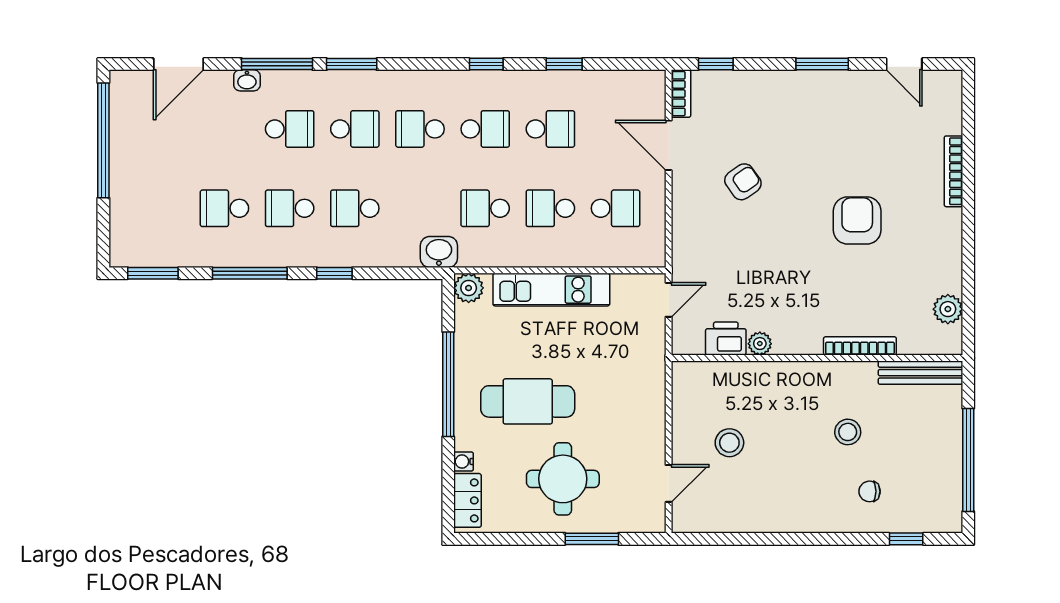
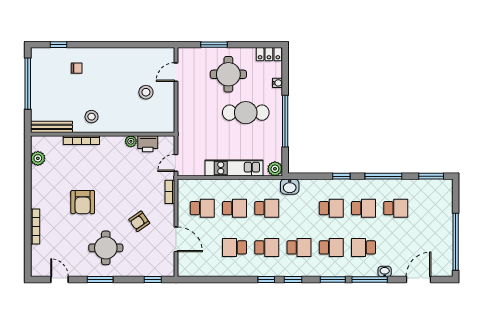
window: (564, 64) -> (293, 280), moved
bookcase: (681, 94) -> (170, 192), moved
round table: (810, 128) -> (106, 248), added
school desk: (355, 129) -> (331, 247), turned 180
school desk: (485, 129) -> (267, 247), turned 180
school desk: (616, 208) -> (202, 208), turned 180
stool: (848, 432) -> (92, 117), moved
locker: (467, 500) -> (269, 54), moved, turned -90

